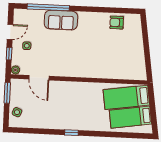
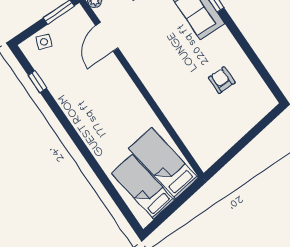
armchair: (117, 22) -> (222, 80), moved
window: (71, 133) -> (37, 82), moved

